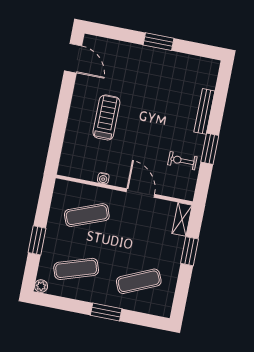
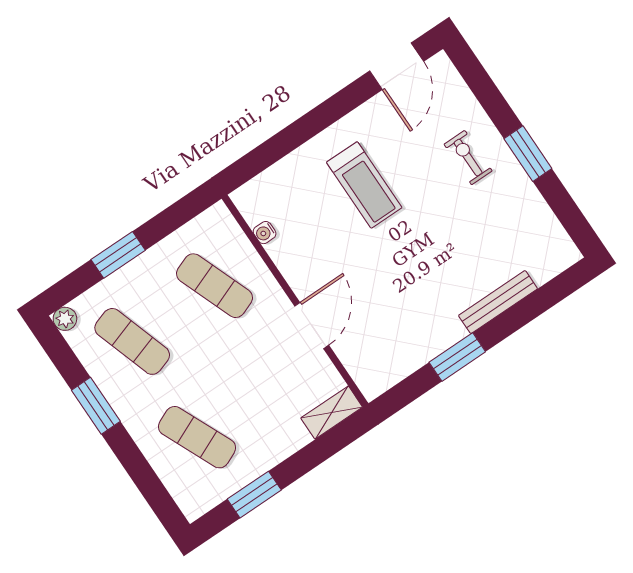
treadmill: (106, 117) -> (364, 185), turned 90
exercise bike: (182, 161) -> (468, 158), moved
water cooler: (103, 178) -> (265, 233), moved
window: (189, 251) -> (254, 495), moved
window: (106, 312) -> (96, 406), moved

